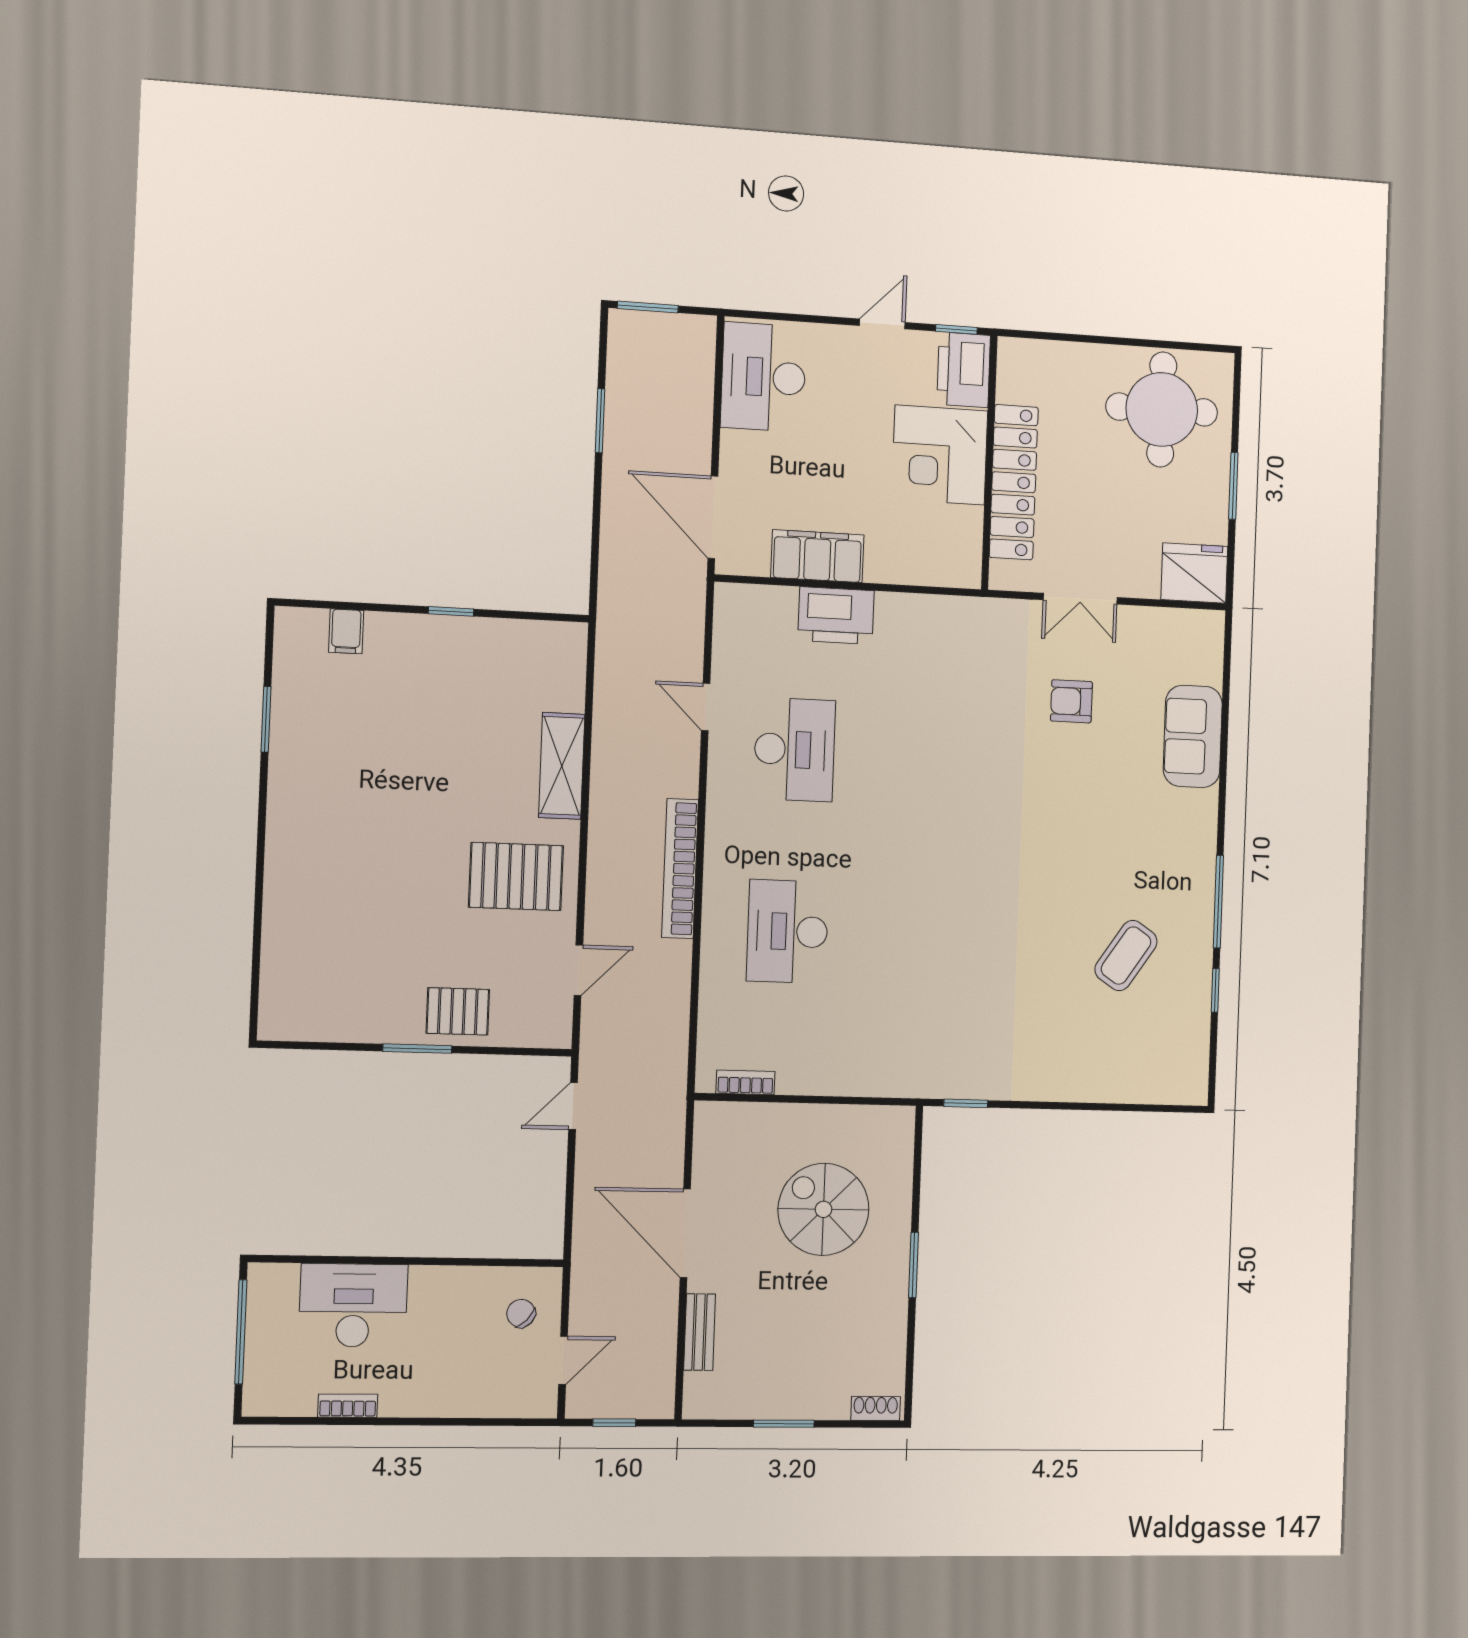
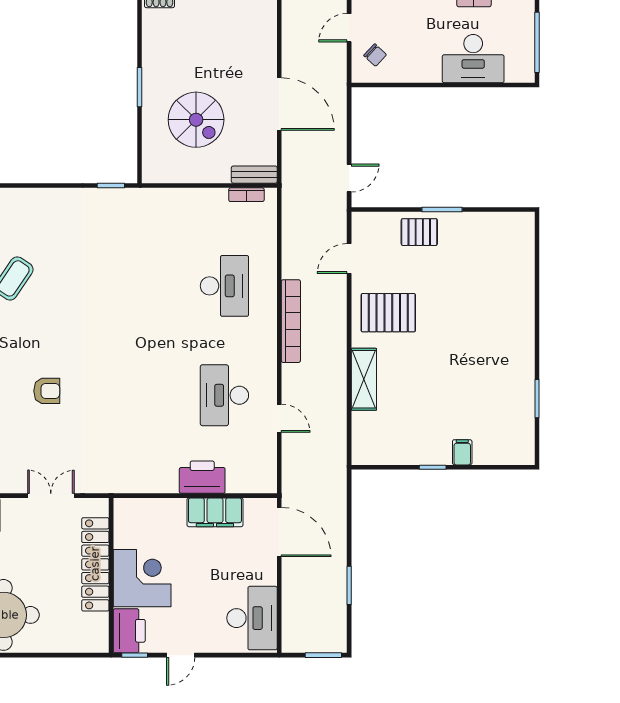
filing cabinet: (346, 631) -> (462, 452), moved
armchair: (1071, 701) -> (47, 391), moved
bench: (700, 1332) -> (254, 175), moved, turned 90

